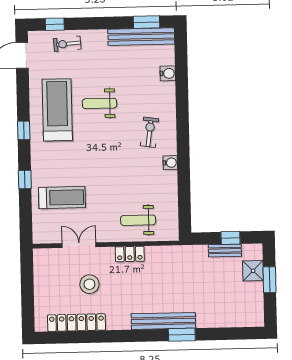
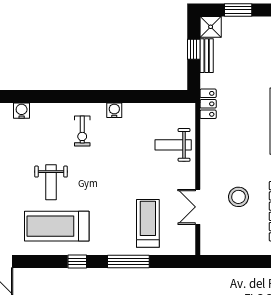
exercise bike: (149, 132) -> (82, 131), turned -98
window: (25, 180) -> (128, 261), width x2.17
weight bench: (138, 220) -> (173, 145), turned 90
locker: (130, 254) -> (208, 104), moved
shower: (253, 271) -> (211, 27), moved

